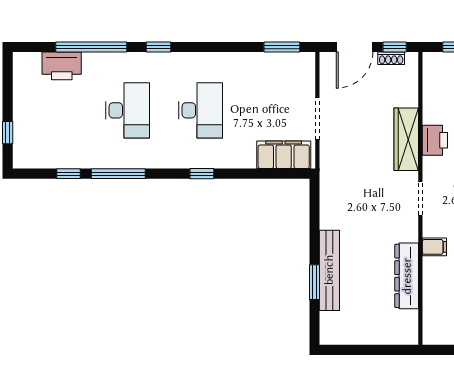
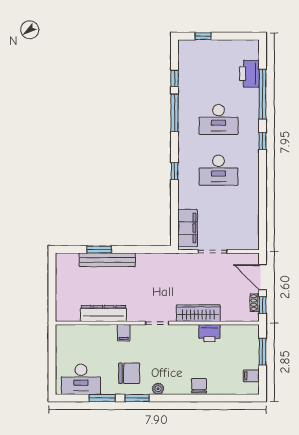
window: (282, 47) -> (263, 227), removed
printer: (435, 140) -> (209, 333), moved

